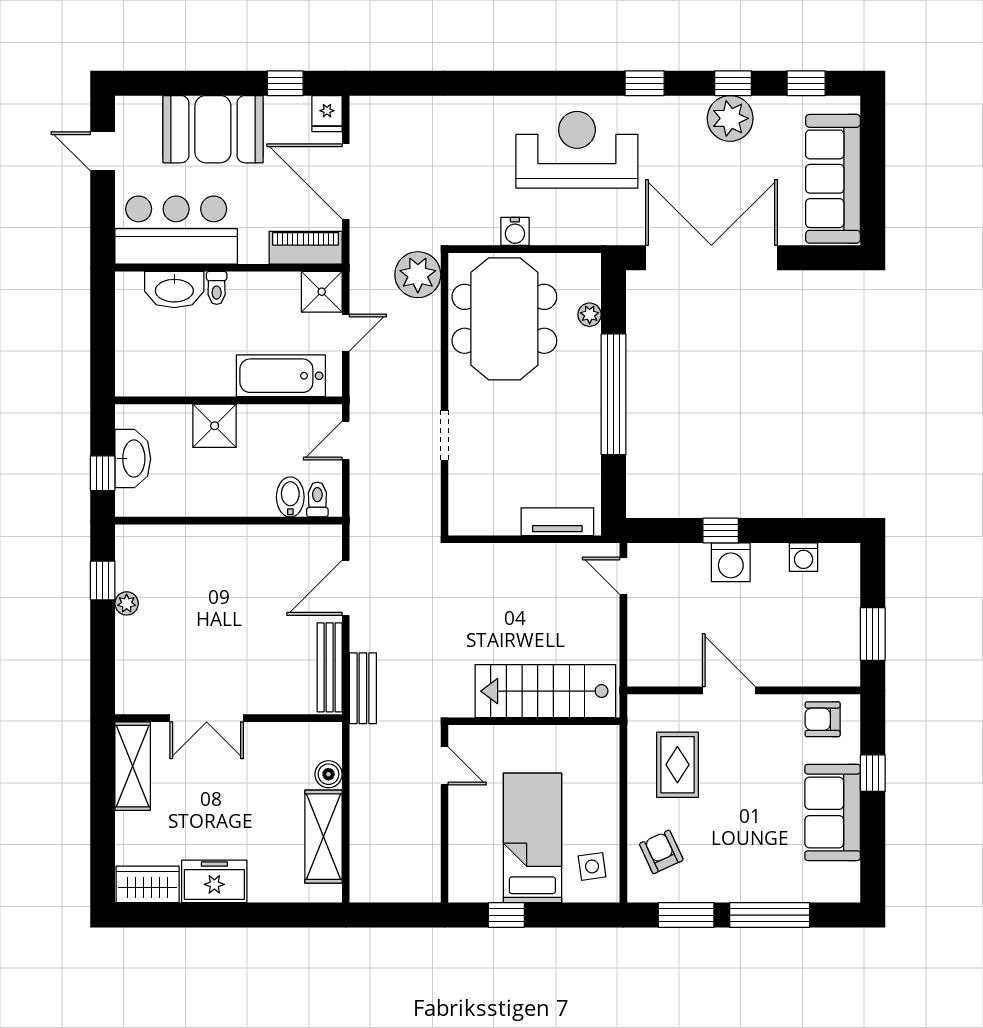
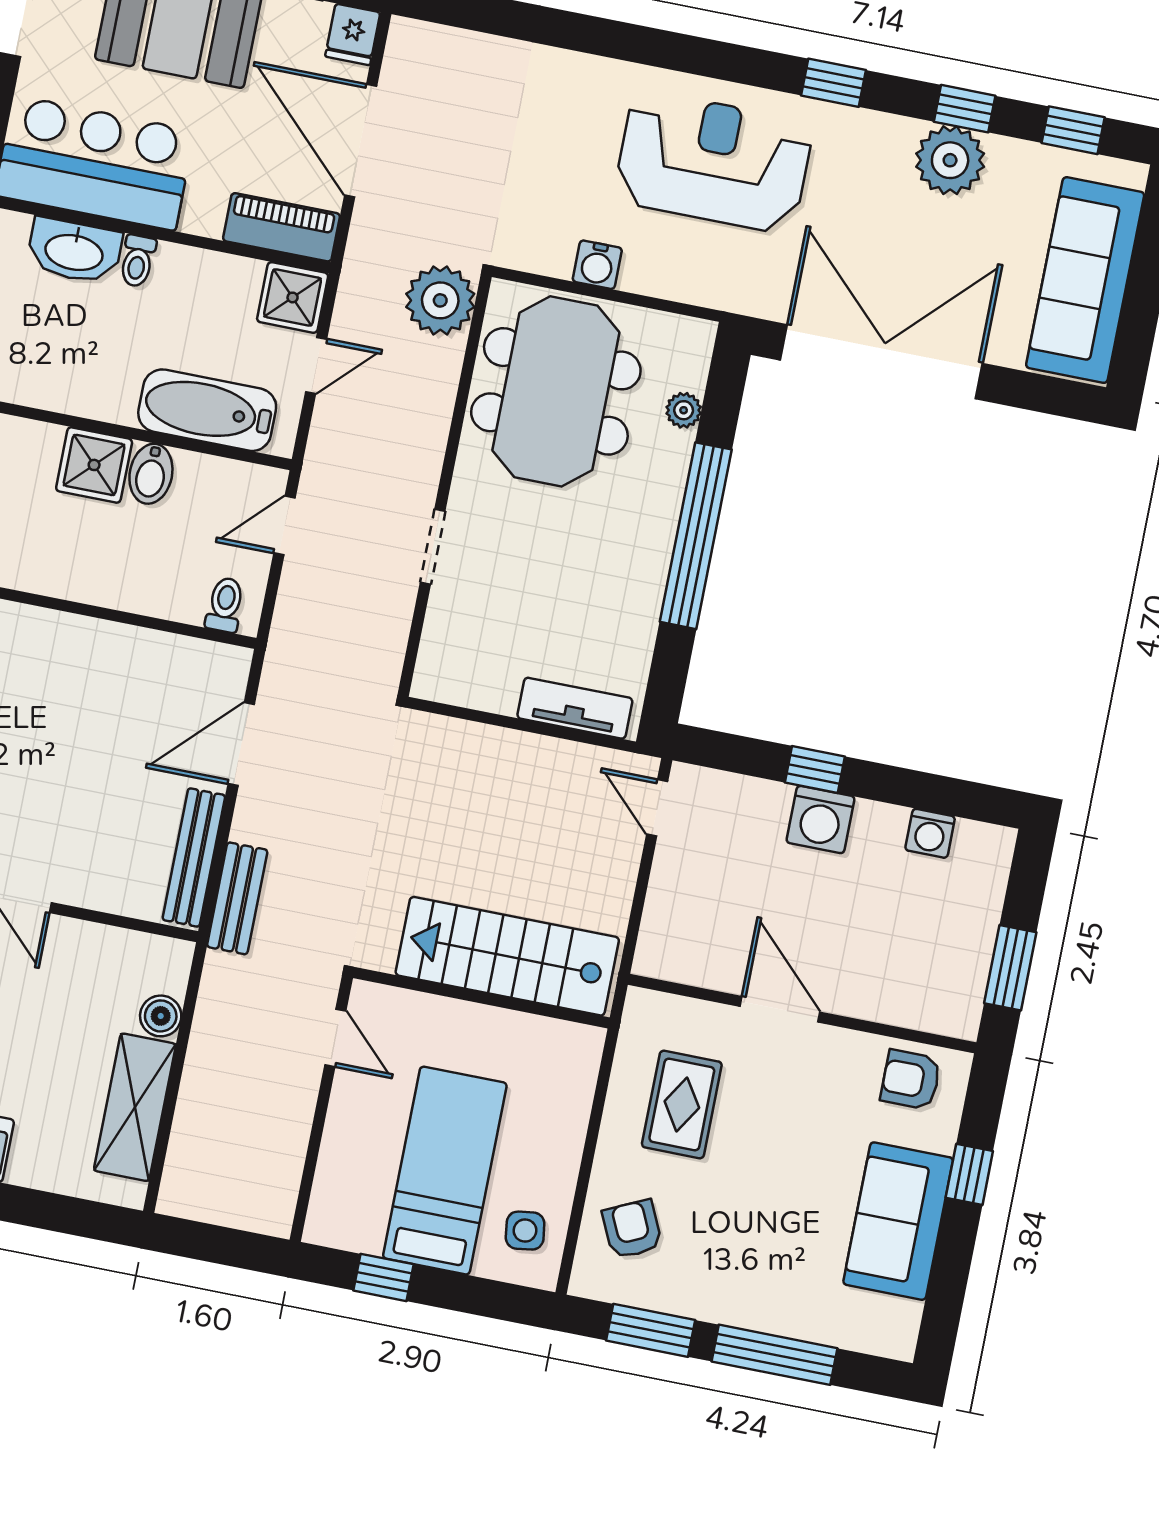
bidet: (290, 497) -> (151, 474), moved, turned 180

